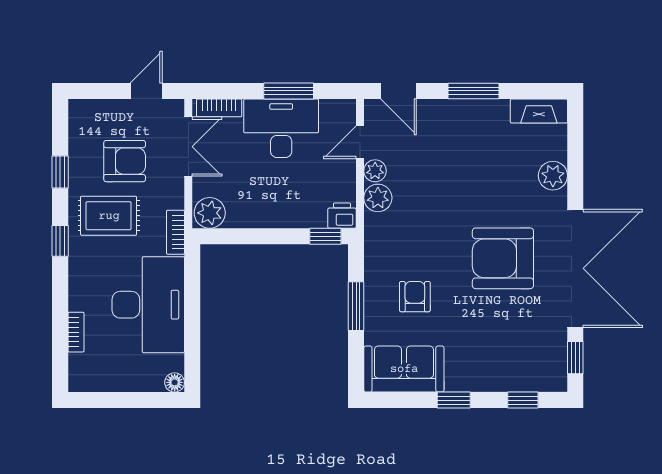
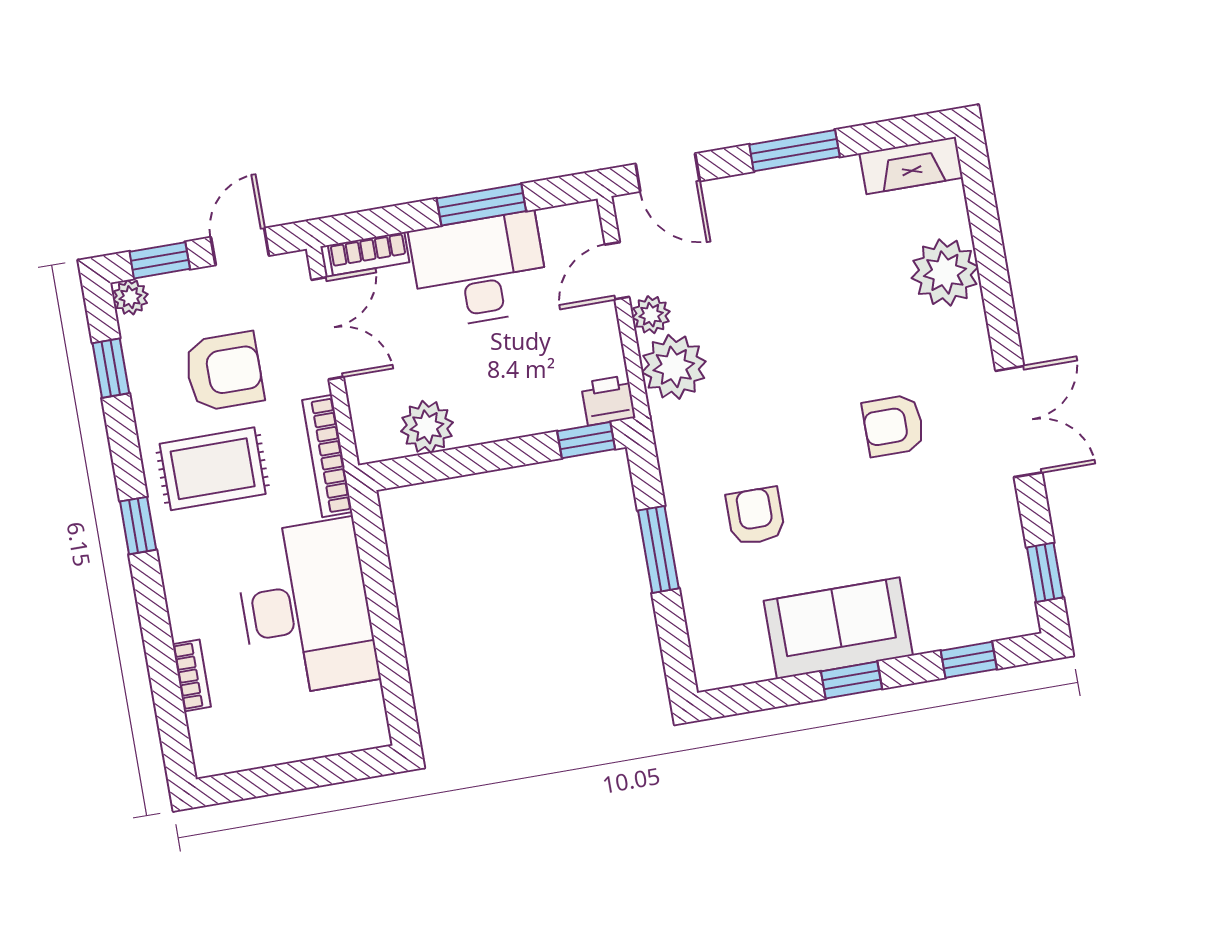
window: (99, 91) -> (160, 260), added
plant: (78, 109) -> (130, 297), added
window: (60, 172) -> (111, 368), moved
plant: (553, 176) -> (945, 272), width x1.36, depth x1.36
plant: (378, 198) -> (674, 367), width x1.36, depth x1.36
plant: (210, 213) -> (427, 427), moved
bookcase: (175, 232) -> (327, 456), width x1.56
armchair: (503, 258) -> (893, 426), width x0.53, depth x0.53
double door: (575, 268) -> (1019, 422), width x0.54
sofa: (404, 369) -> (838, 628), moved
floor lamp: (175, 382) -> (373, 732), removed

